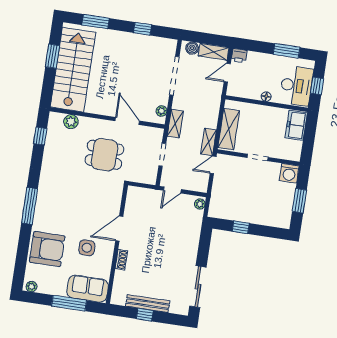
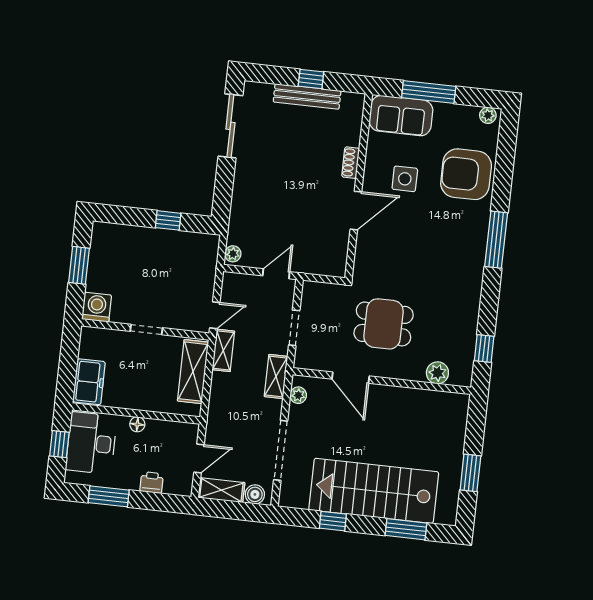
printer: (239, 56) -> (152, 483), moved
stairs: (73, 70) -> (374, 491), moved, turned 90

